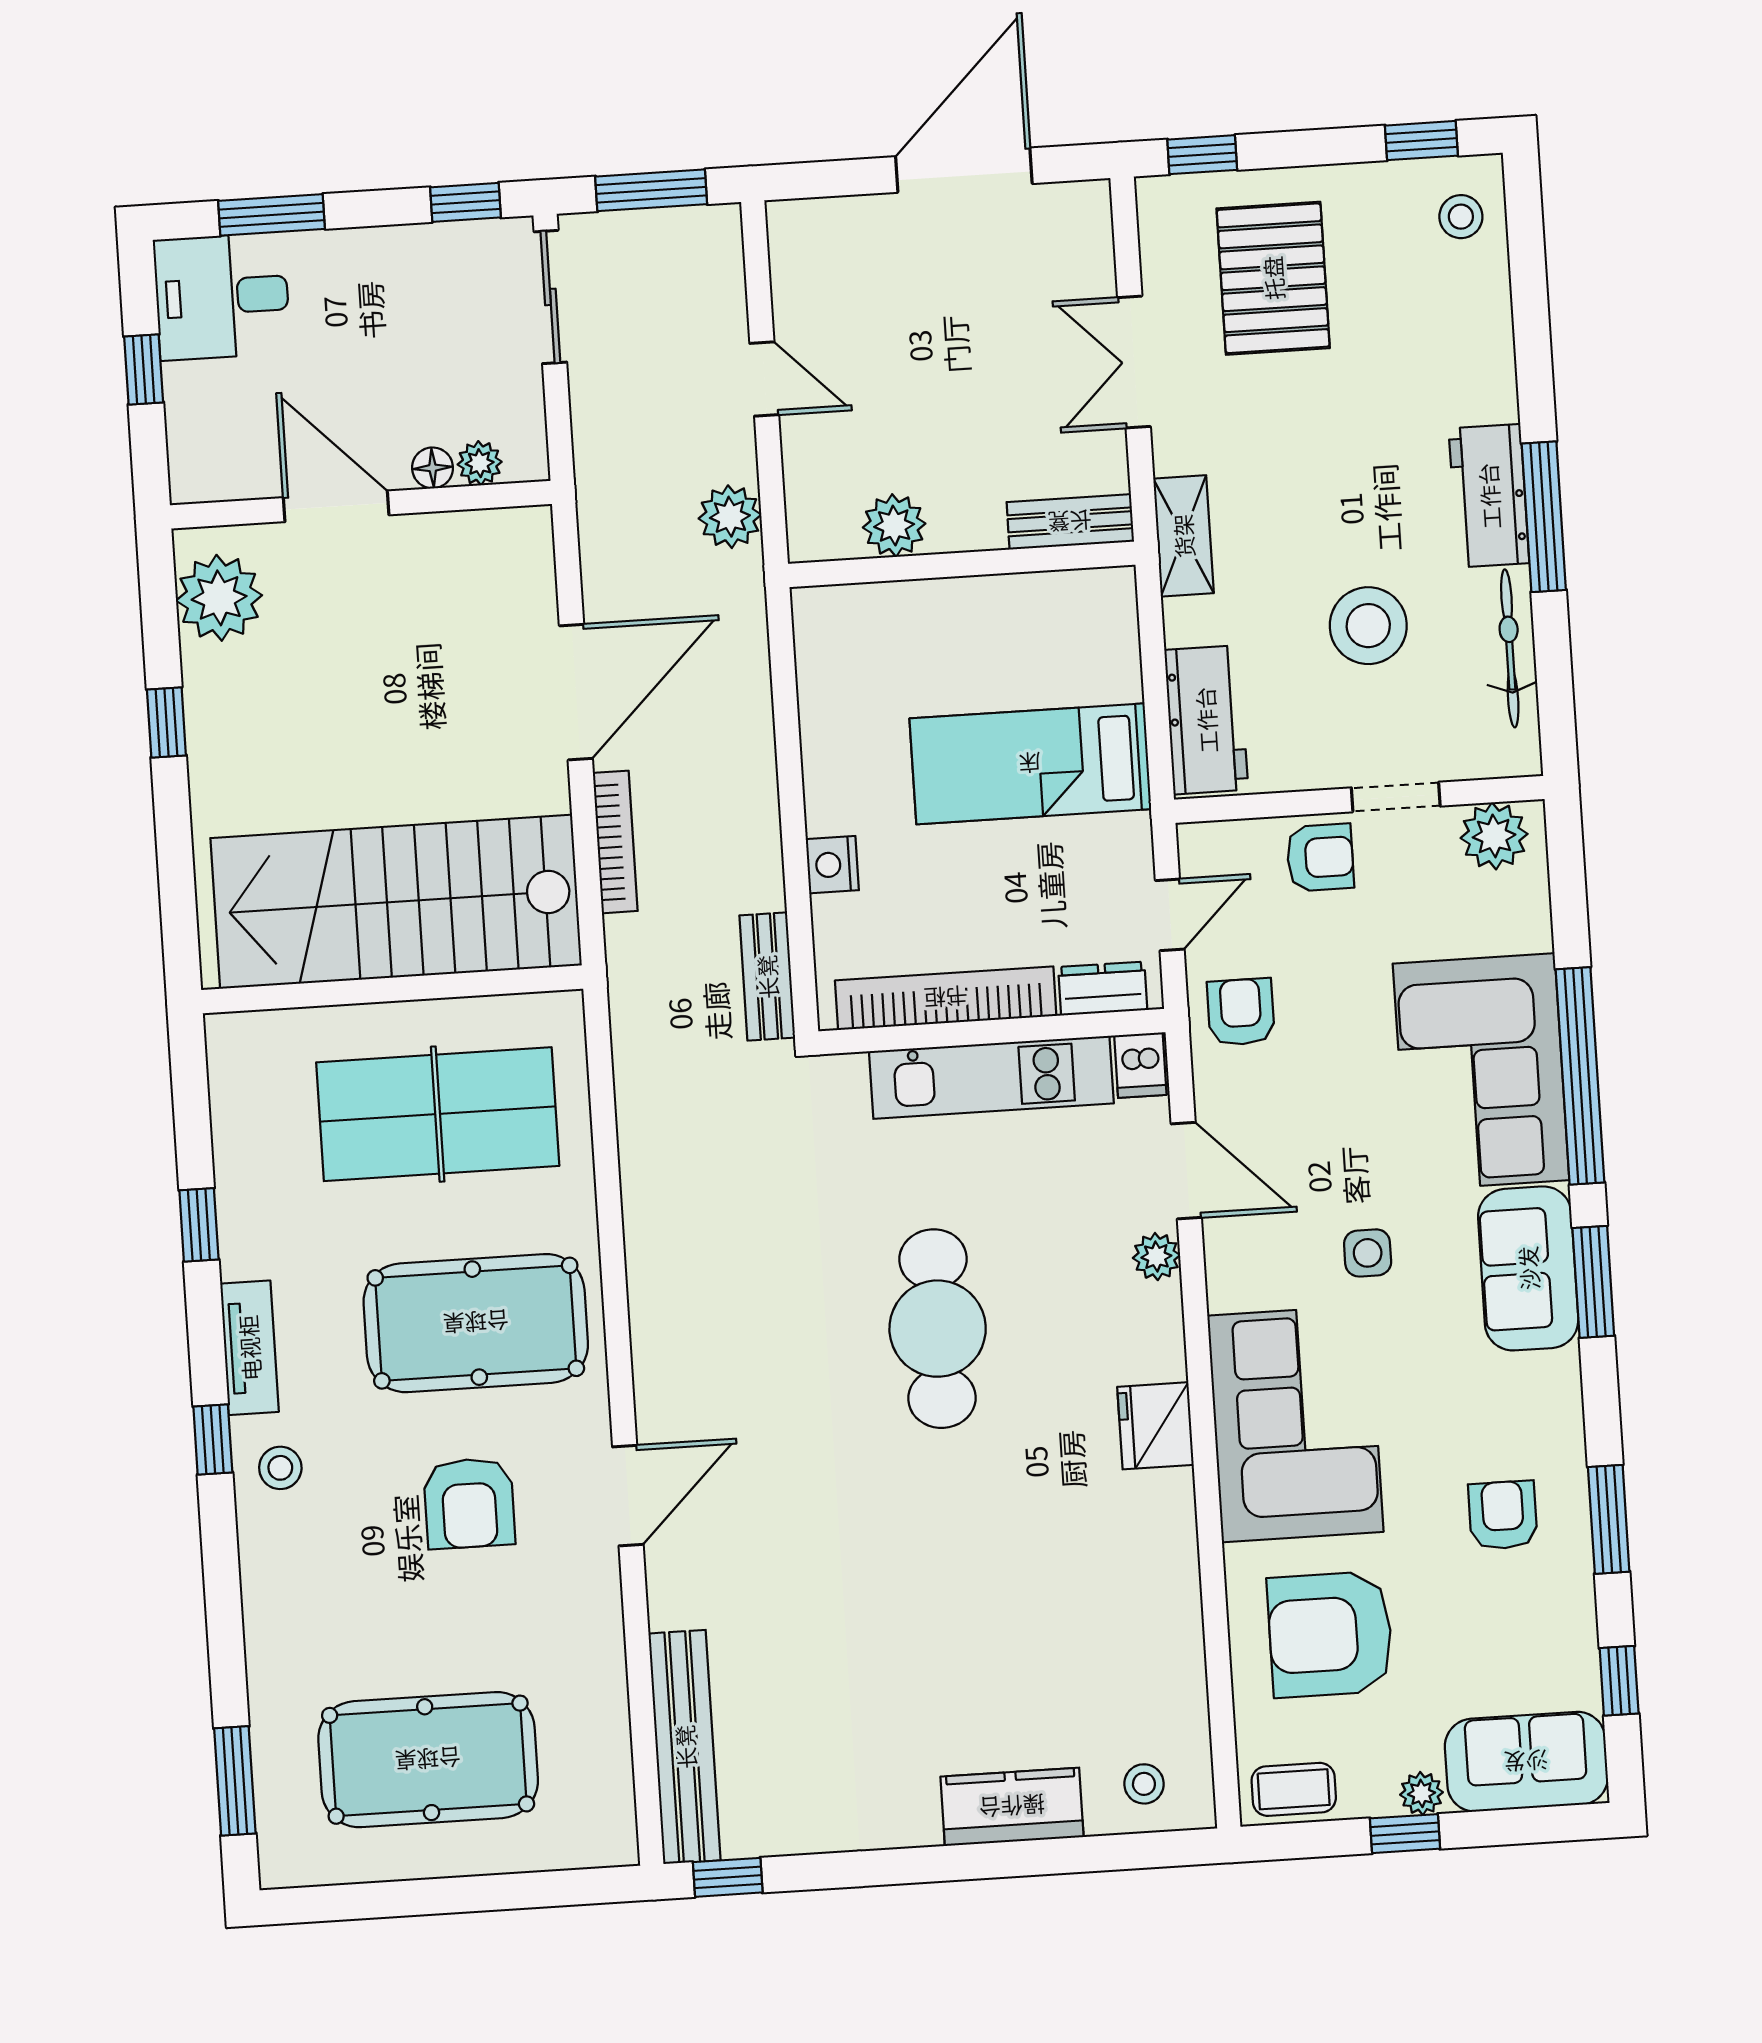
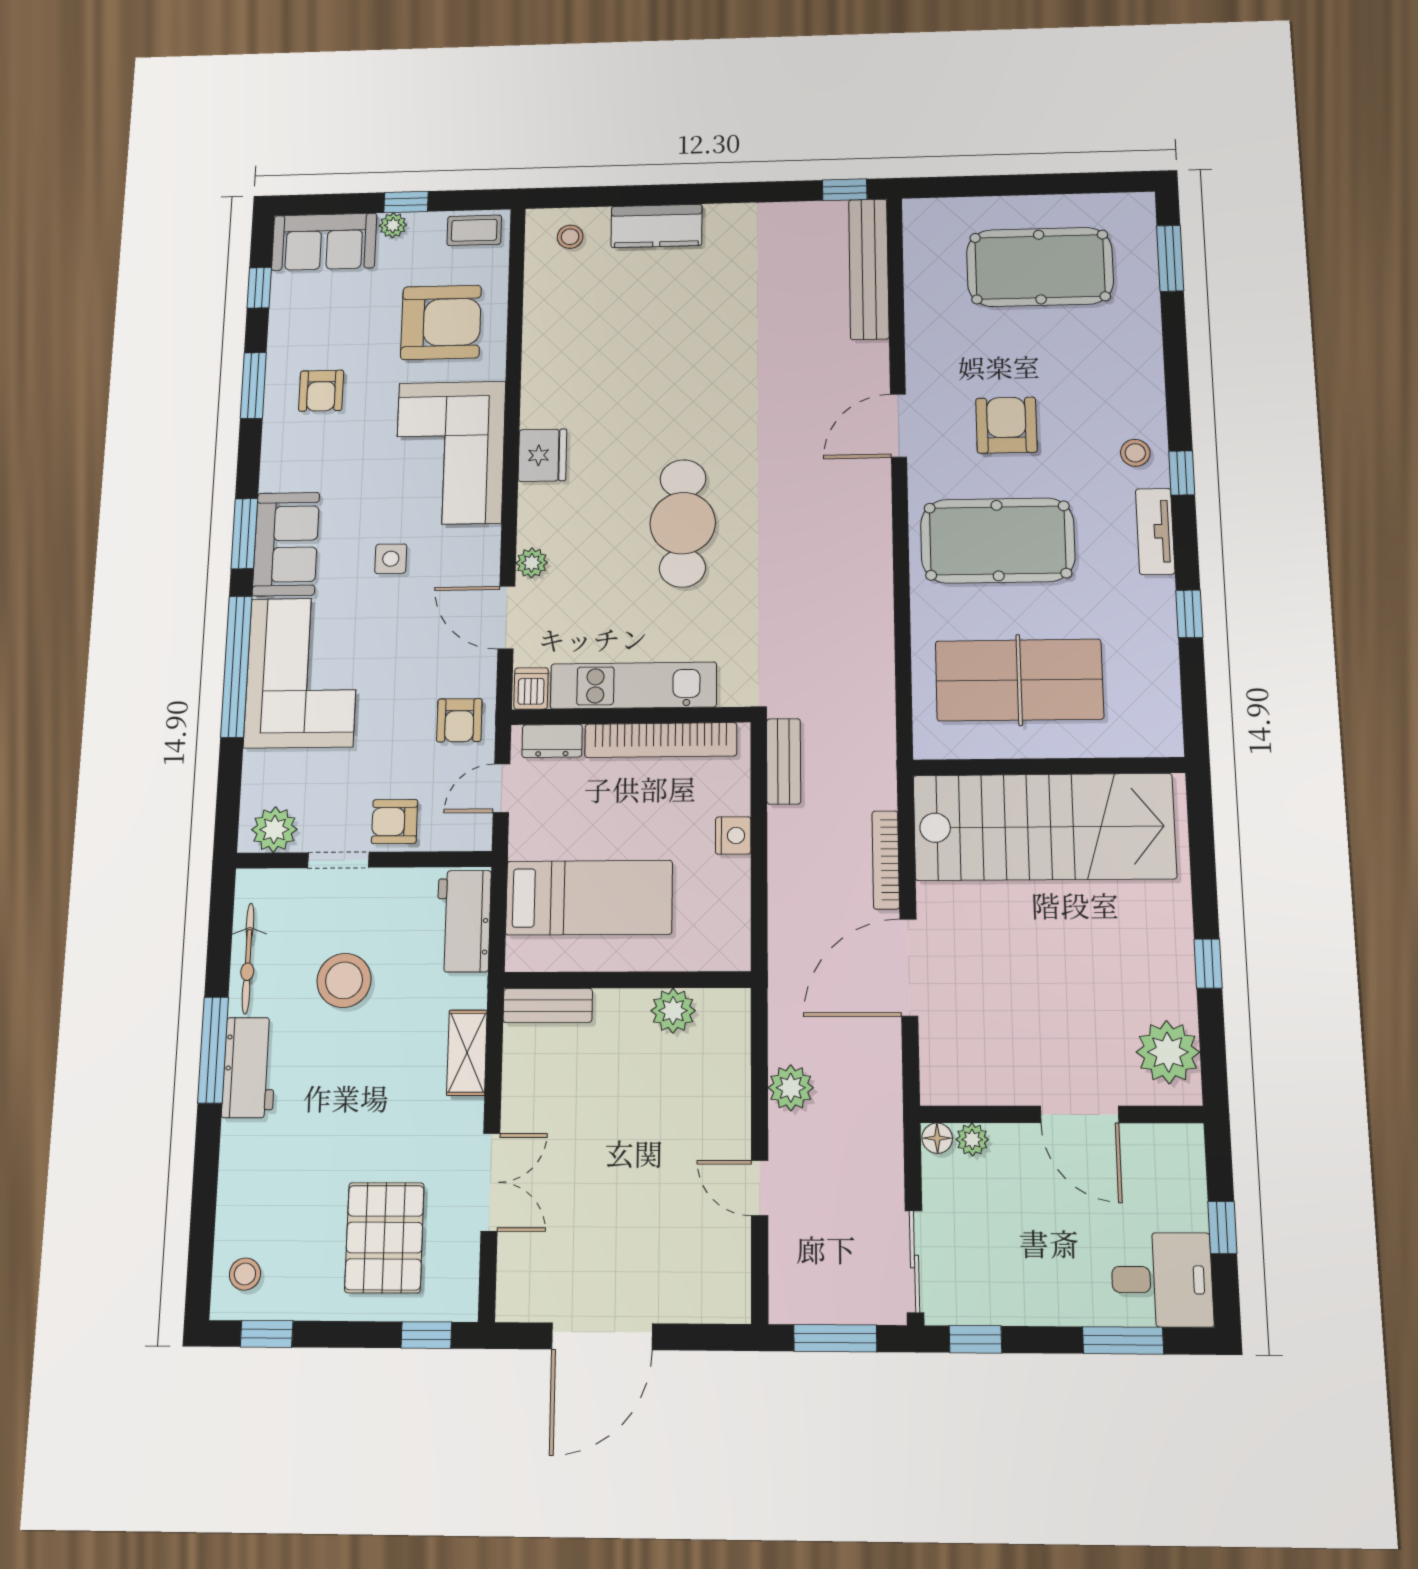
floor lamp: (433, 468) -> (937, 1138), moved
bench: (1070, 522) -> (548, 1005), moved
plant: (894, 526) -> (673, 1011), moved
wall: (962, 564) -> (627, 980), moved

